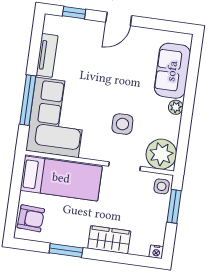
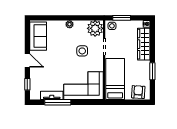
sofa: (172, 71) -> (38, 36), moved, turned -90
window: (28, 100) -> (58, 102), moved
wardrobe: (109, 240) -> (144, 44), width x1.50

